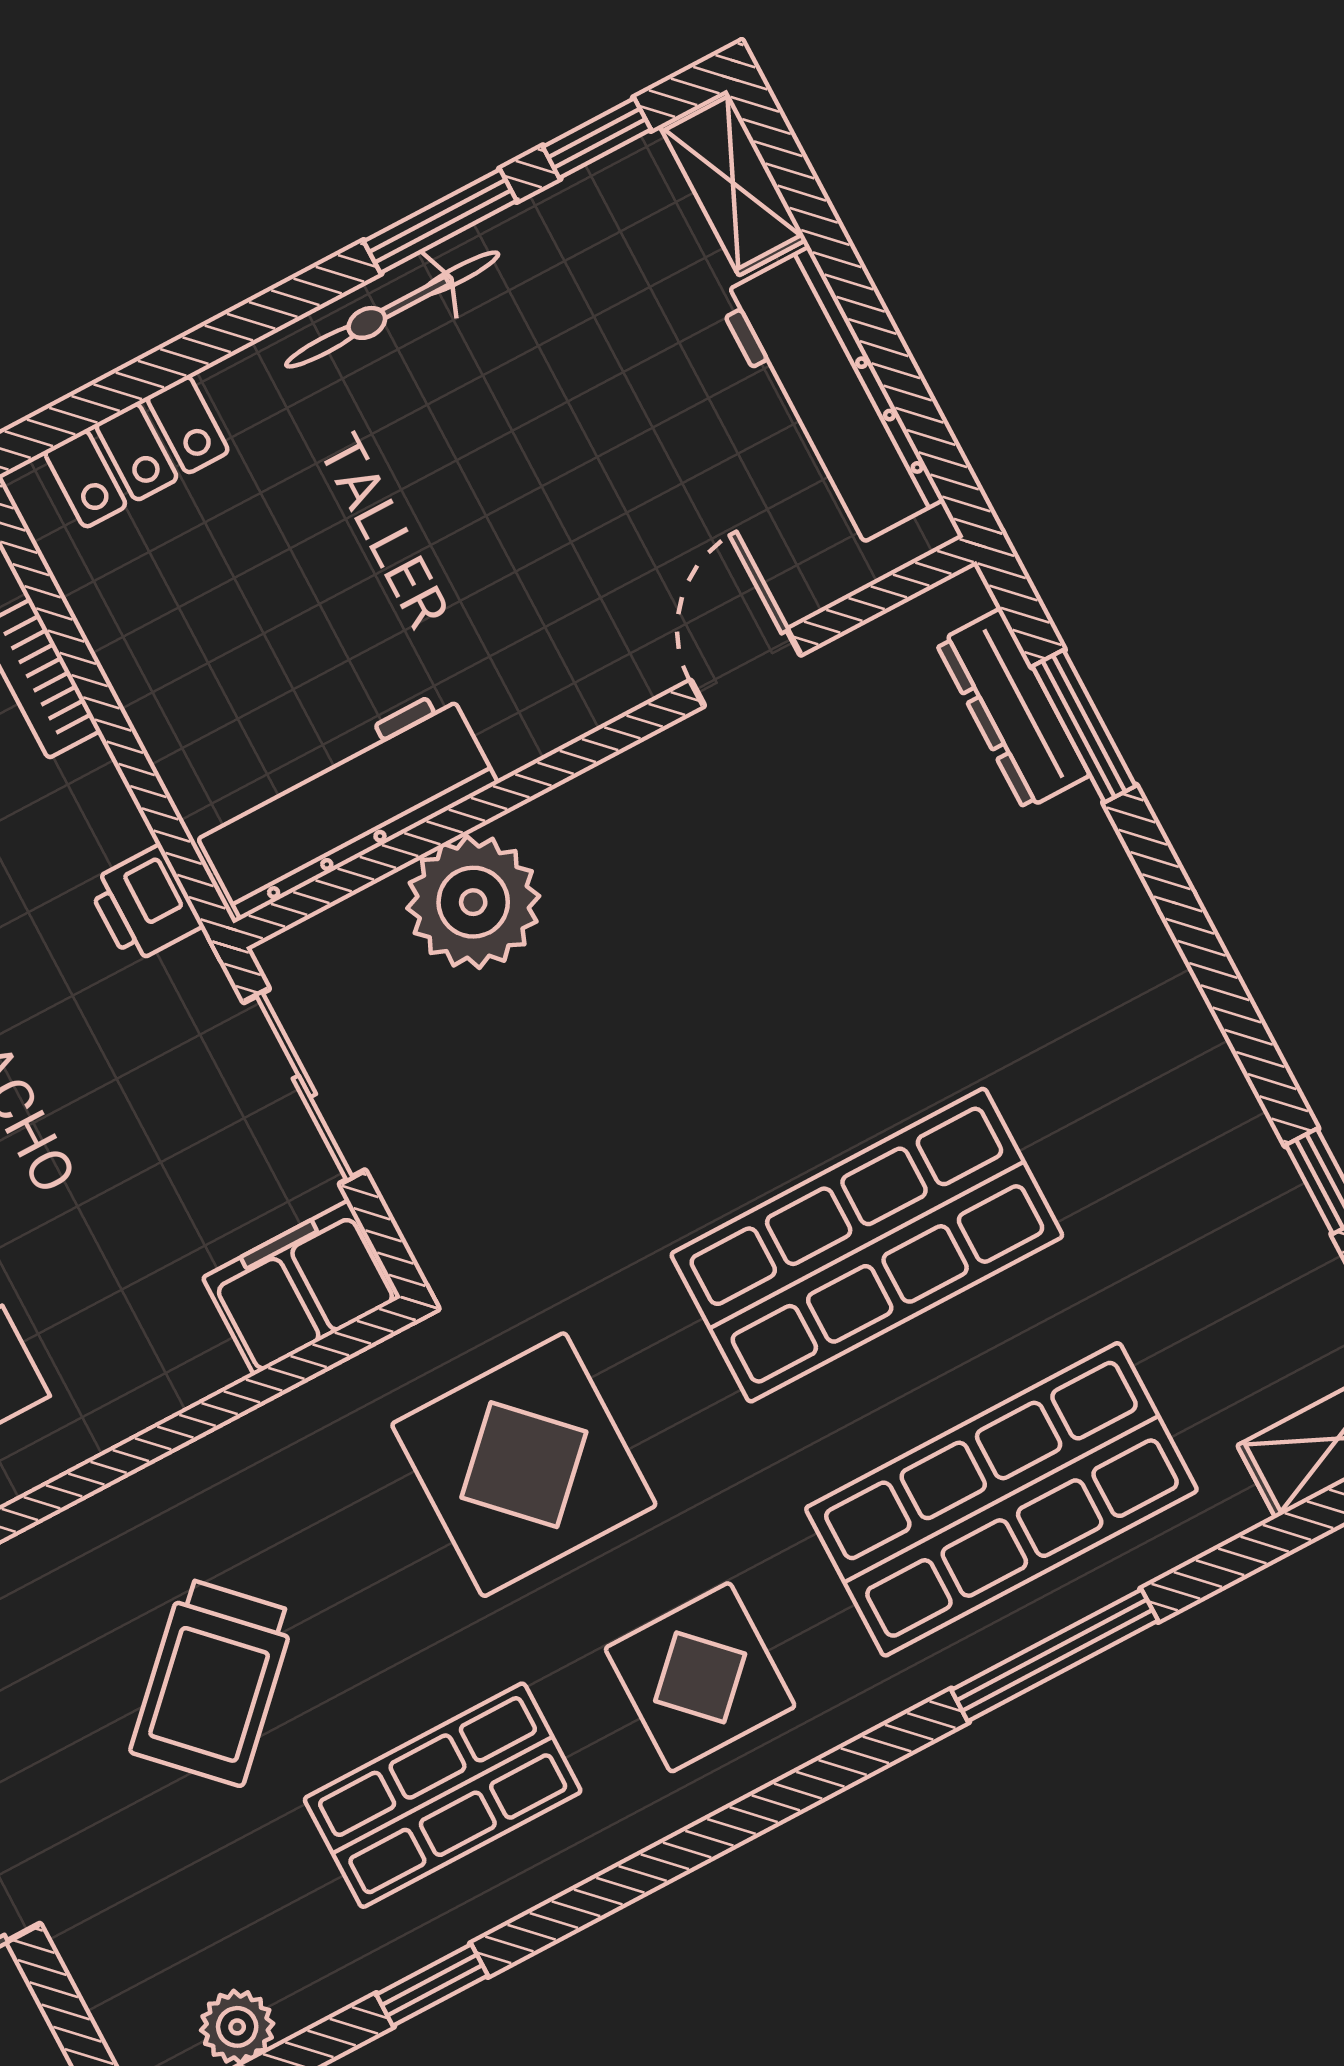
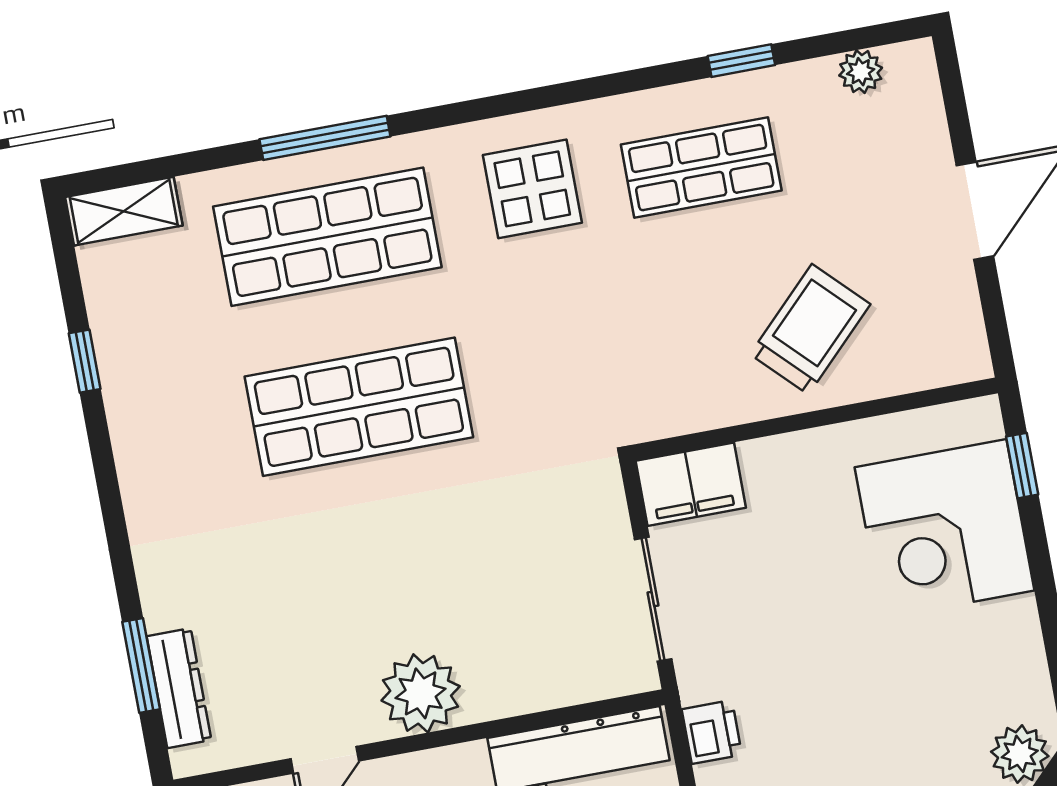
plant: (473, 902) -> (421, 693), moved
display table: (524, 1465) -> (595, 343), removed
trolley: (213, 1682) -> (810, 329), moved

